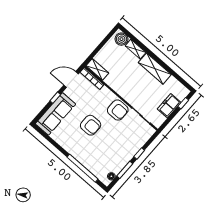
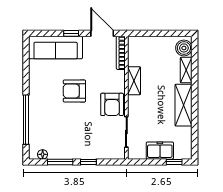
shelving: (97, 69) -> (134, 81), moved
armchair: (91, 125) -> (74, 91), turned 90

